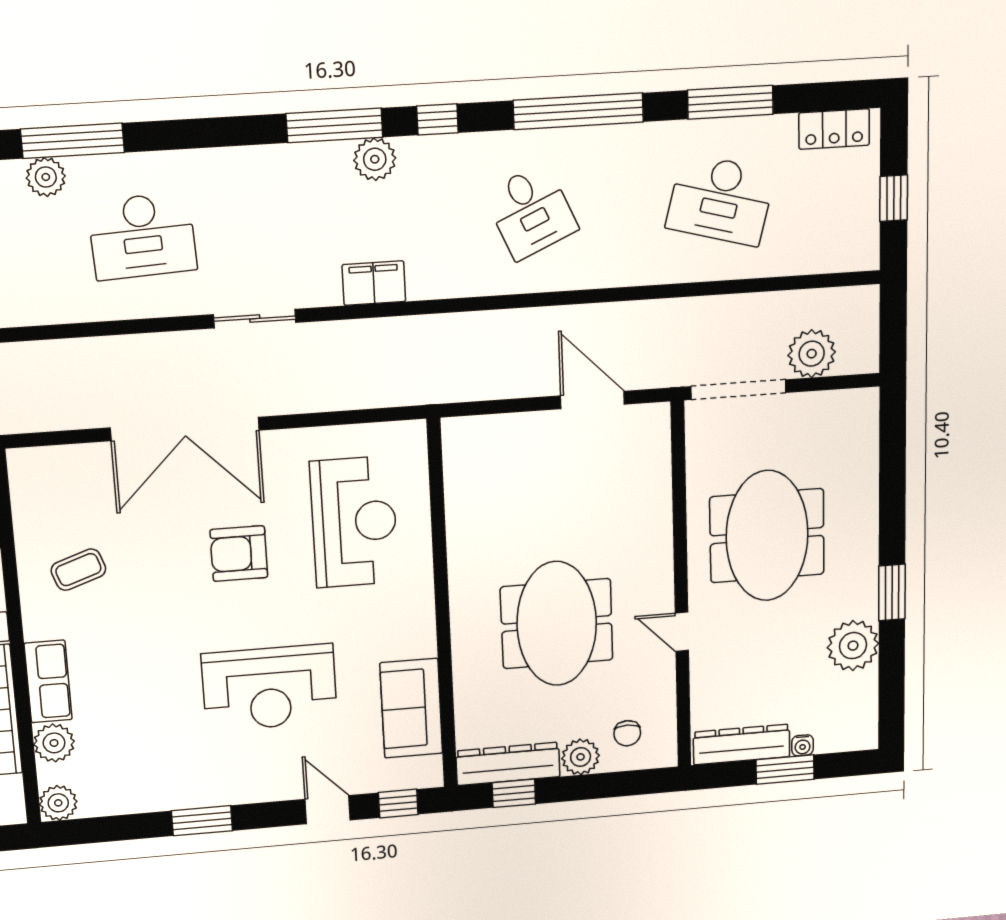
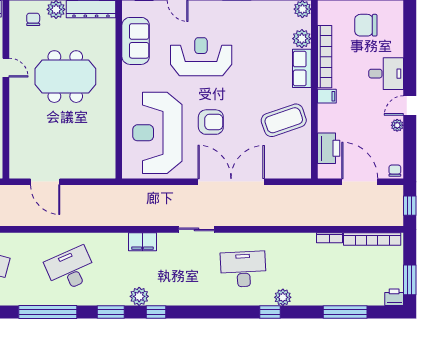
window: (437, 119) -> (111, 312), width x1.50
window: (335, 125) -> (156, 312), width x0.46
window: (73, 141) -> (270, 312), width x0.46
desk: (531, 212) -> (71, 269), width x1.37
reception desk: (354, 522) -> (157, 133), width x1.36, depth x1.30
coffee table: (78, 570) -> (284, 120), width x1.86, depth x1.72
meeting table: (557, 624) -> (65, 77), turned 90

